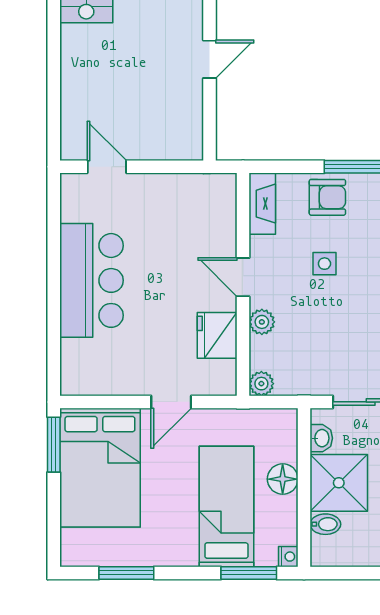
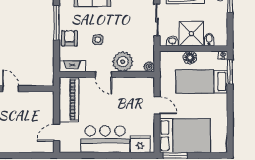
piano: (184, 196) -> (69, 100), added
door: (243, 277) -> (104, 74), hinge flipped
plant: (262, 322) -> (123, 62), width x1.88, depth x1.88
fridge: (217, 335) -> (140, 144), moved, turned 180
window: (126, 573) -> (230, 124), removed

